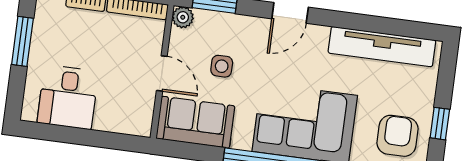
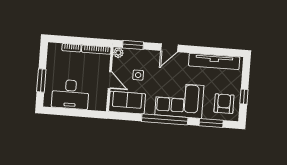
window: (22, 41) -> (41, 80), moved
desk: (68, 97) -> (70, 94), width x1.37

